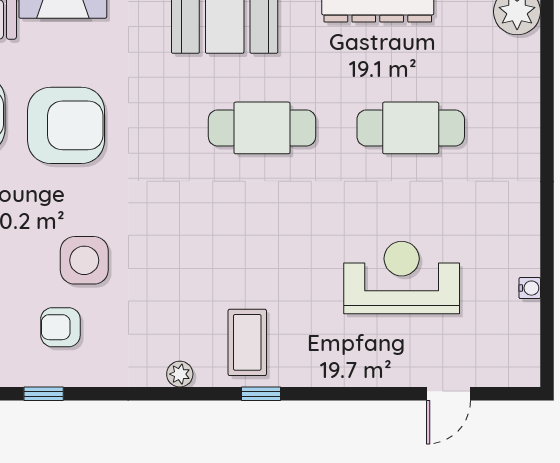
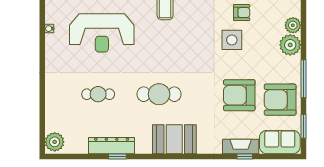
cafe table: (411, 128) -> (98, 94), width x0.73, depth x0.74
reception desk: (402, 277) -> (102, 33), width x1.36, depth x1.30

